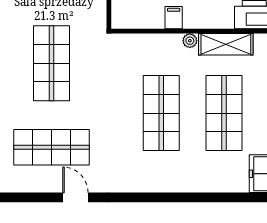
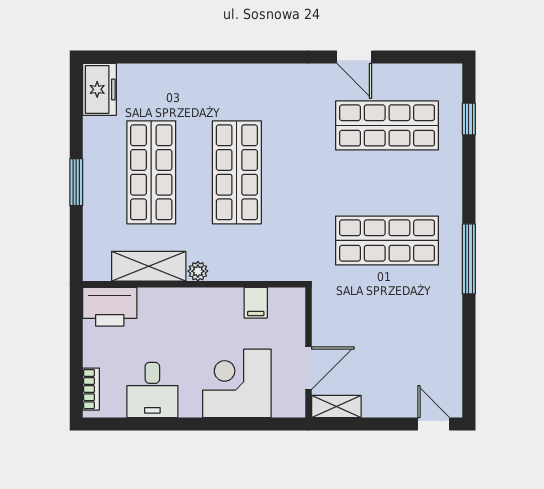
filing cabinet: (174, 18) -> (256, 303), moved
shop shelf: (51, 63) -> (387, 240), turned 90

